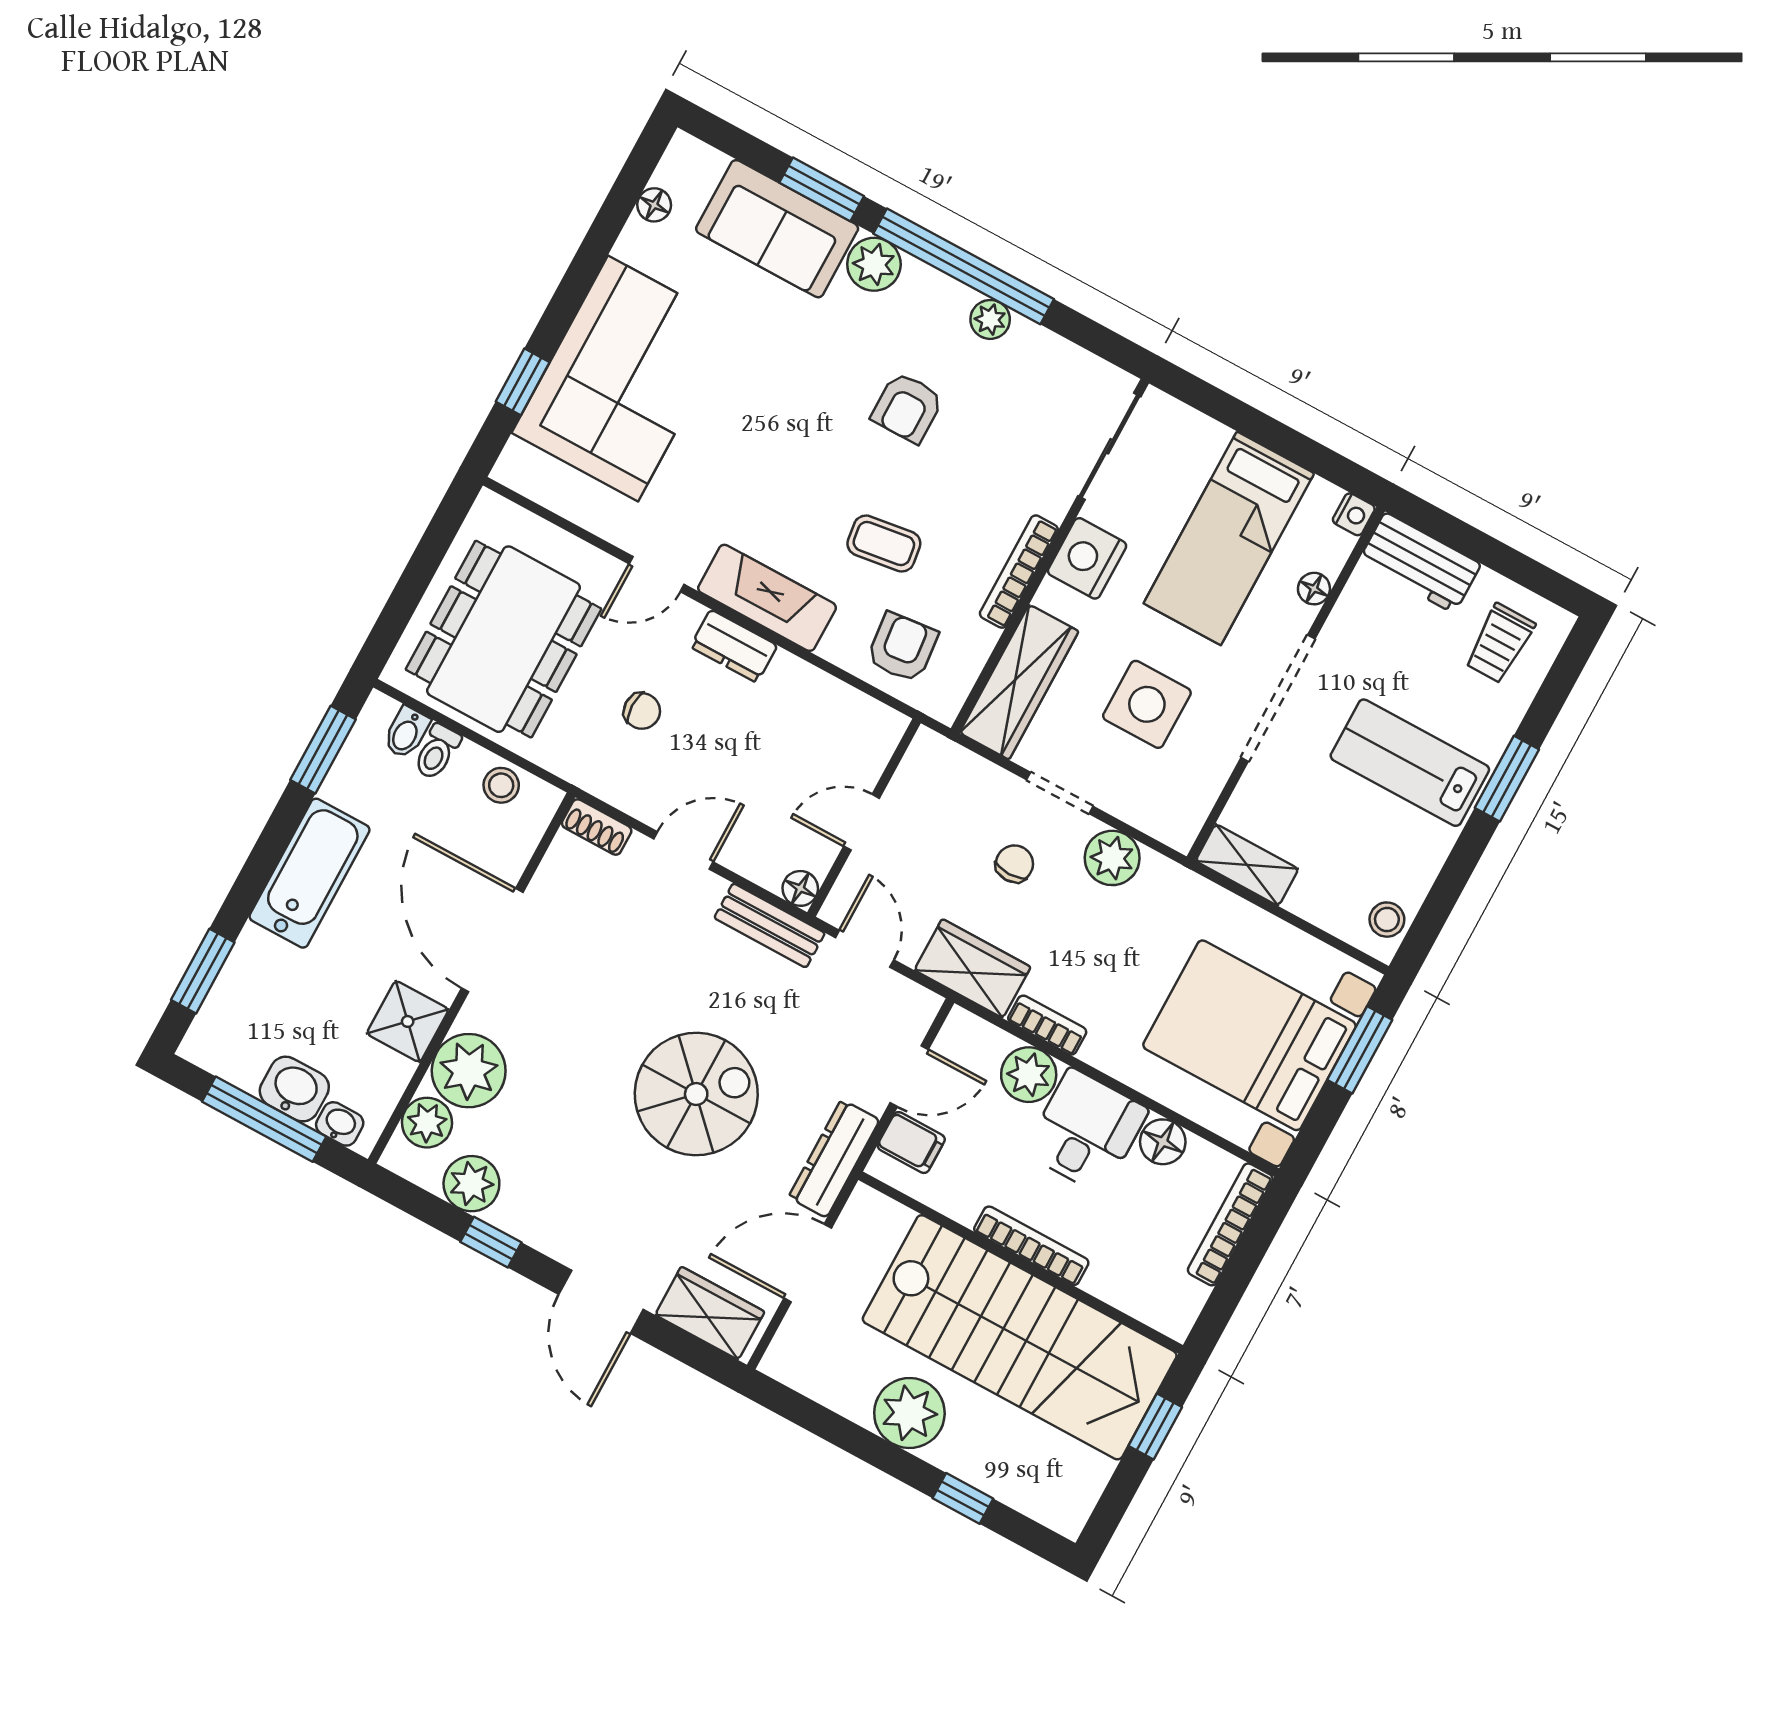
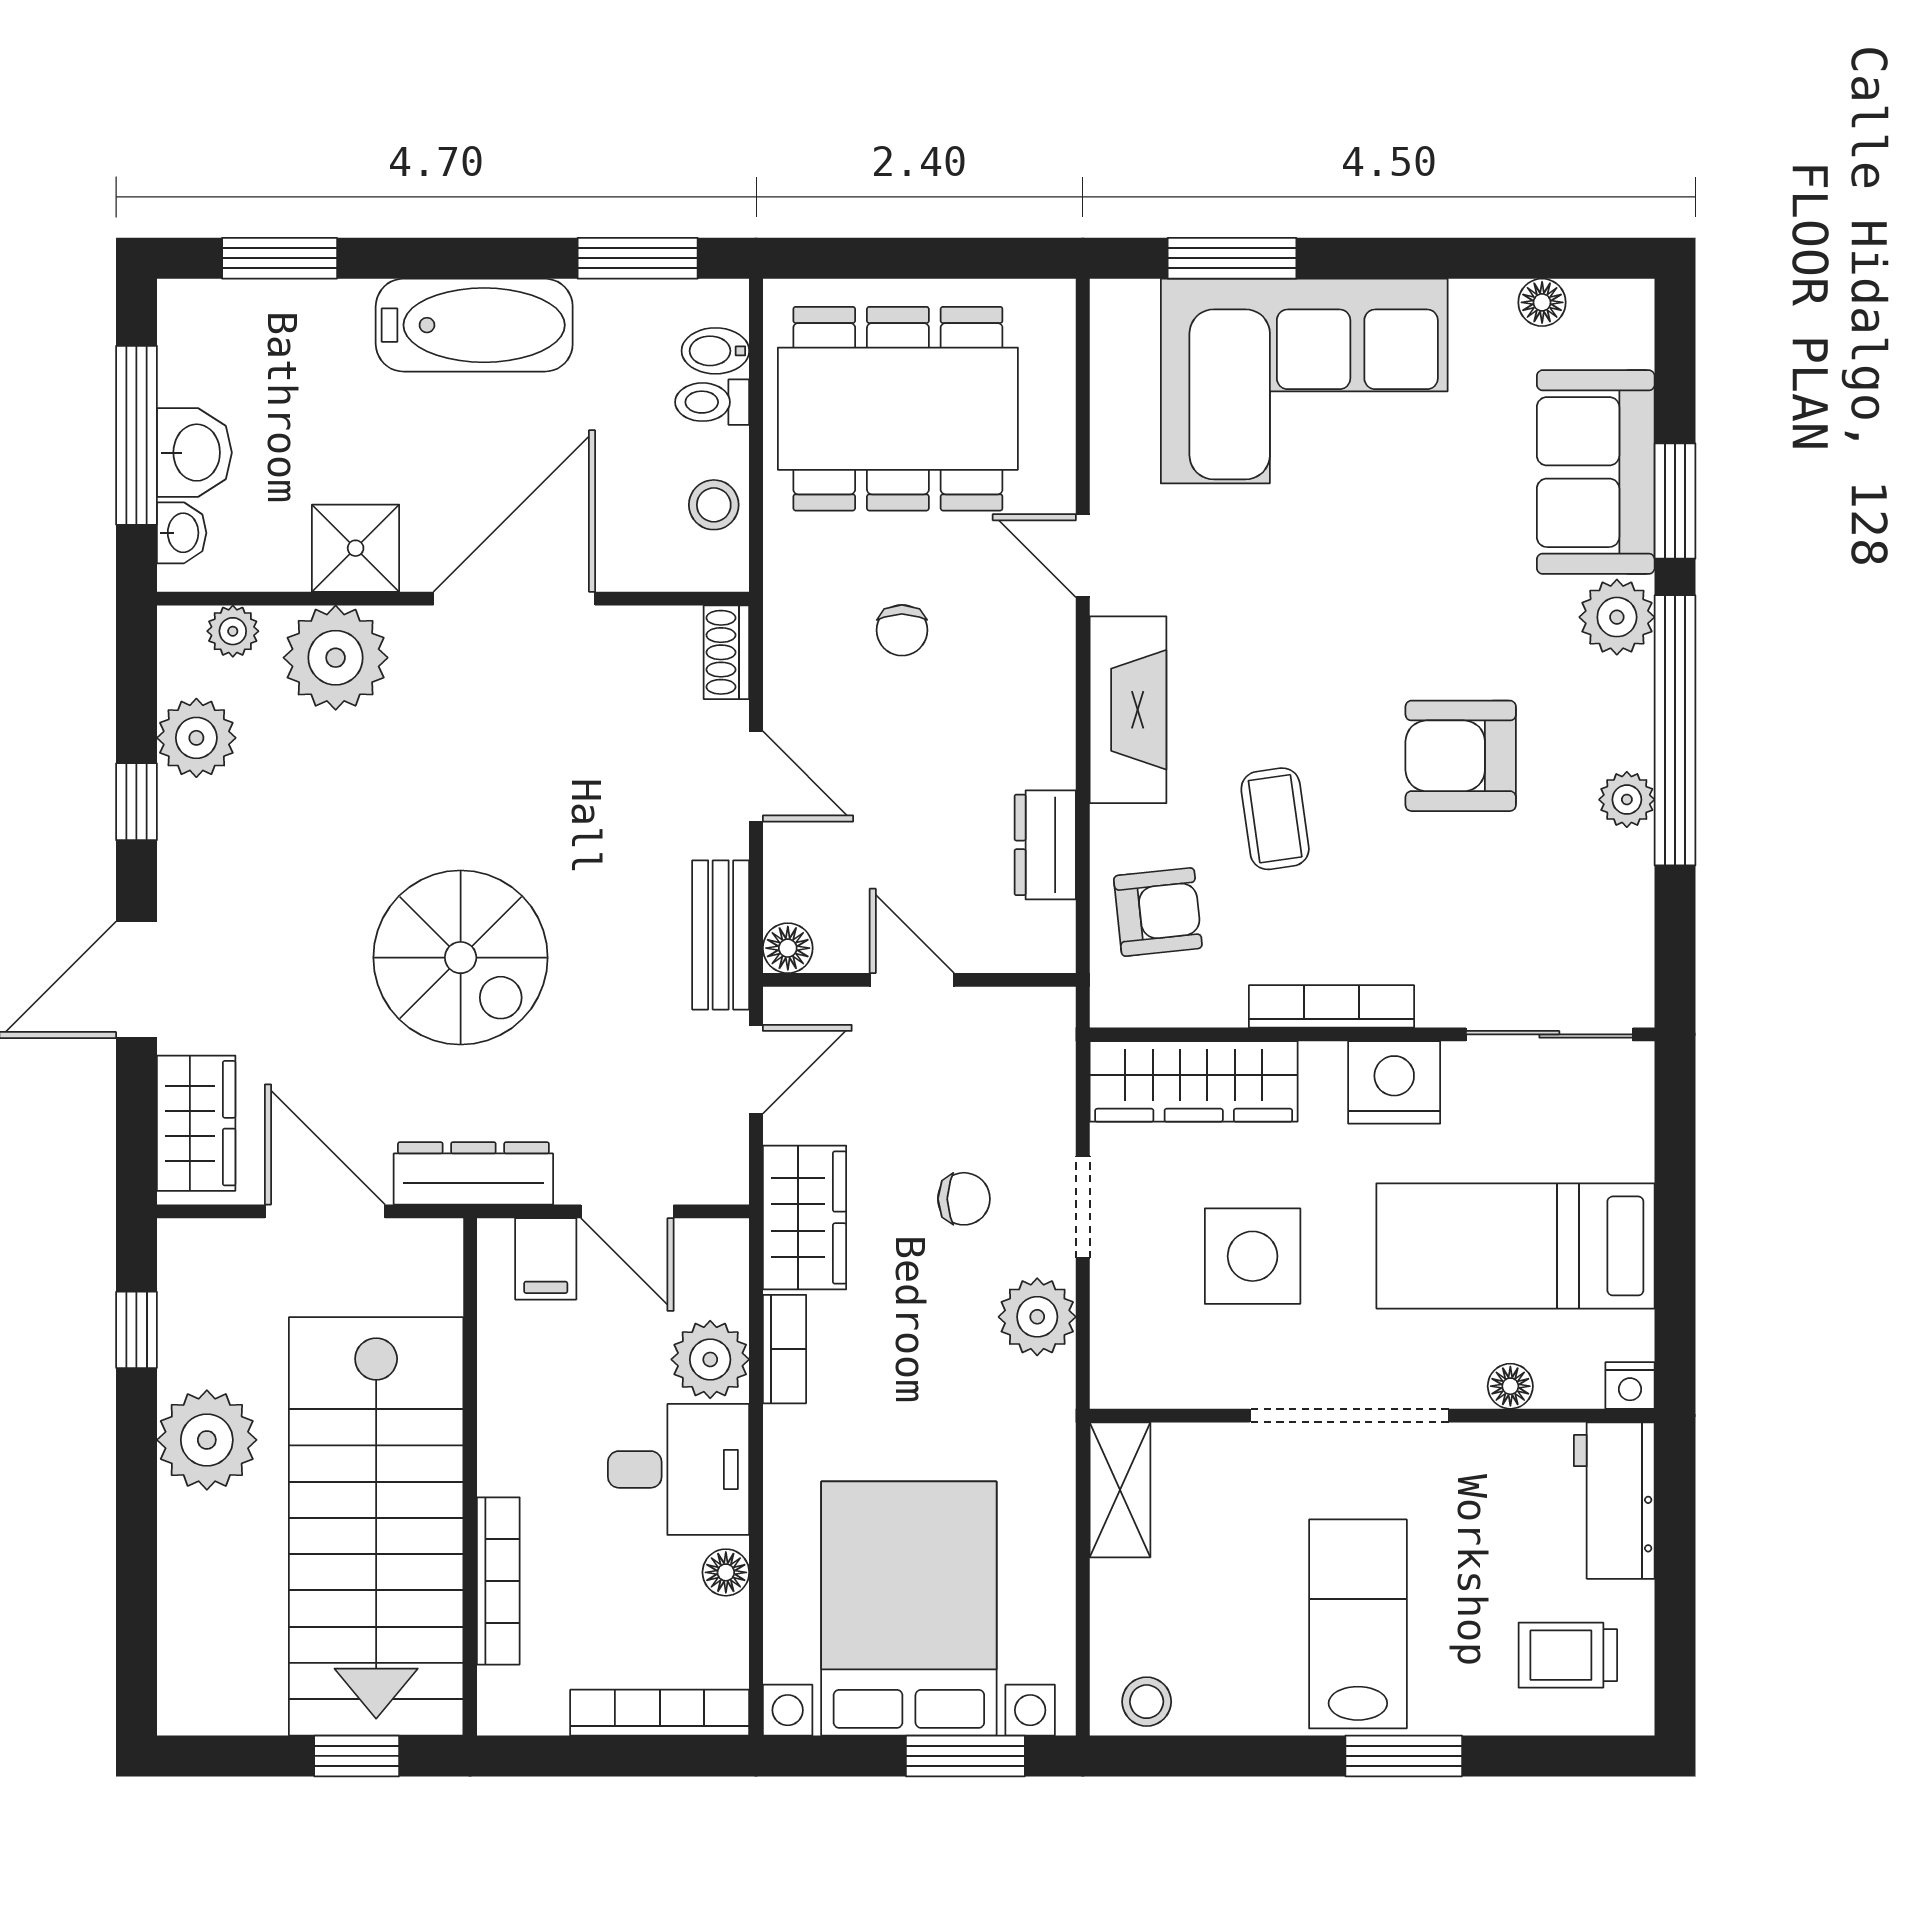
window: (523, 382) -> (1232, 258), width x1.50
armchair: (907, 408) -> (1461, 756), width x1.38, depth x1.38
dresser: (734, 646) -> (1045, 845), moved
plant: (427, 1123) -> (233, 631), width x0.73, depth x0.73
floor lamp: (1163, 1142) -> (726, 1572), width x0.73, depth x0.73
bookcase: (1031, 1246) -> (498, 1581), moved
window: (963, 1498) -> (136, 1330), moved

